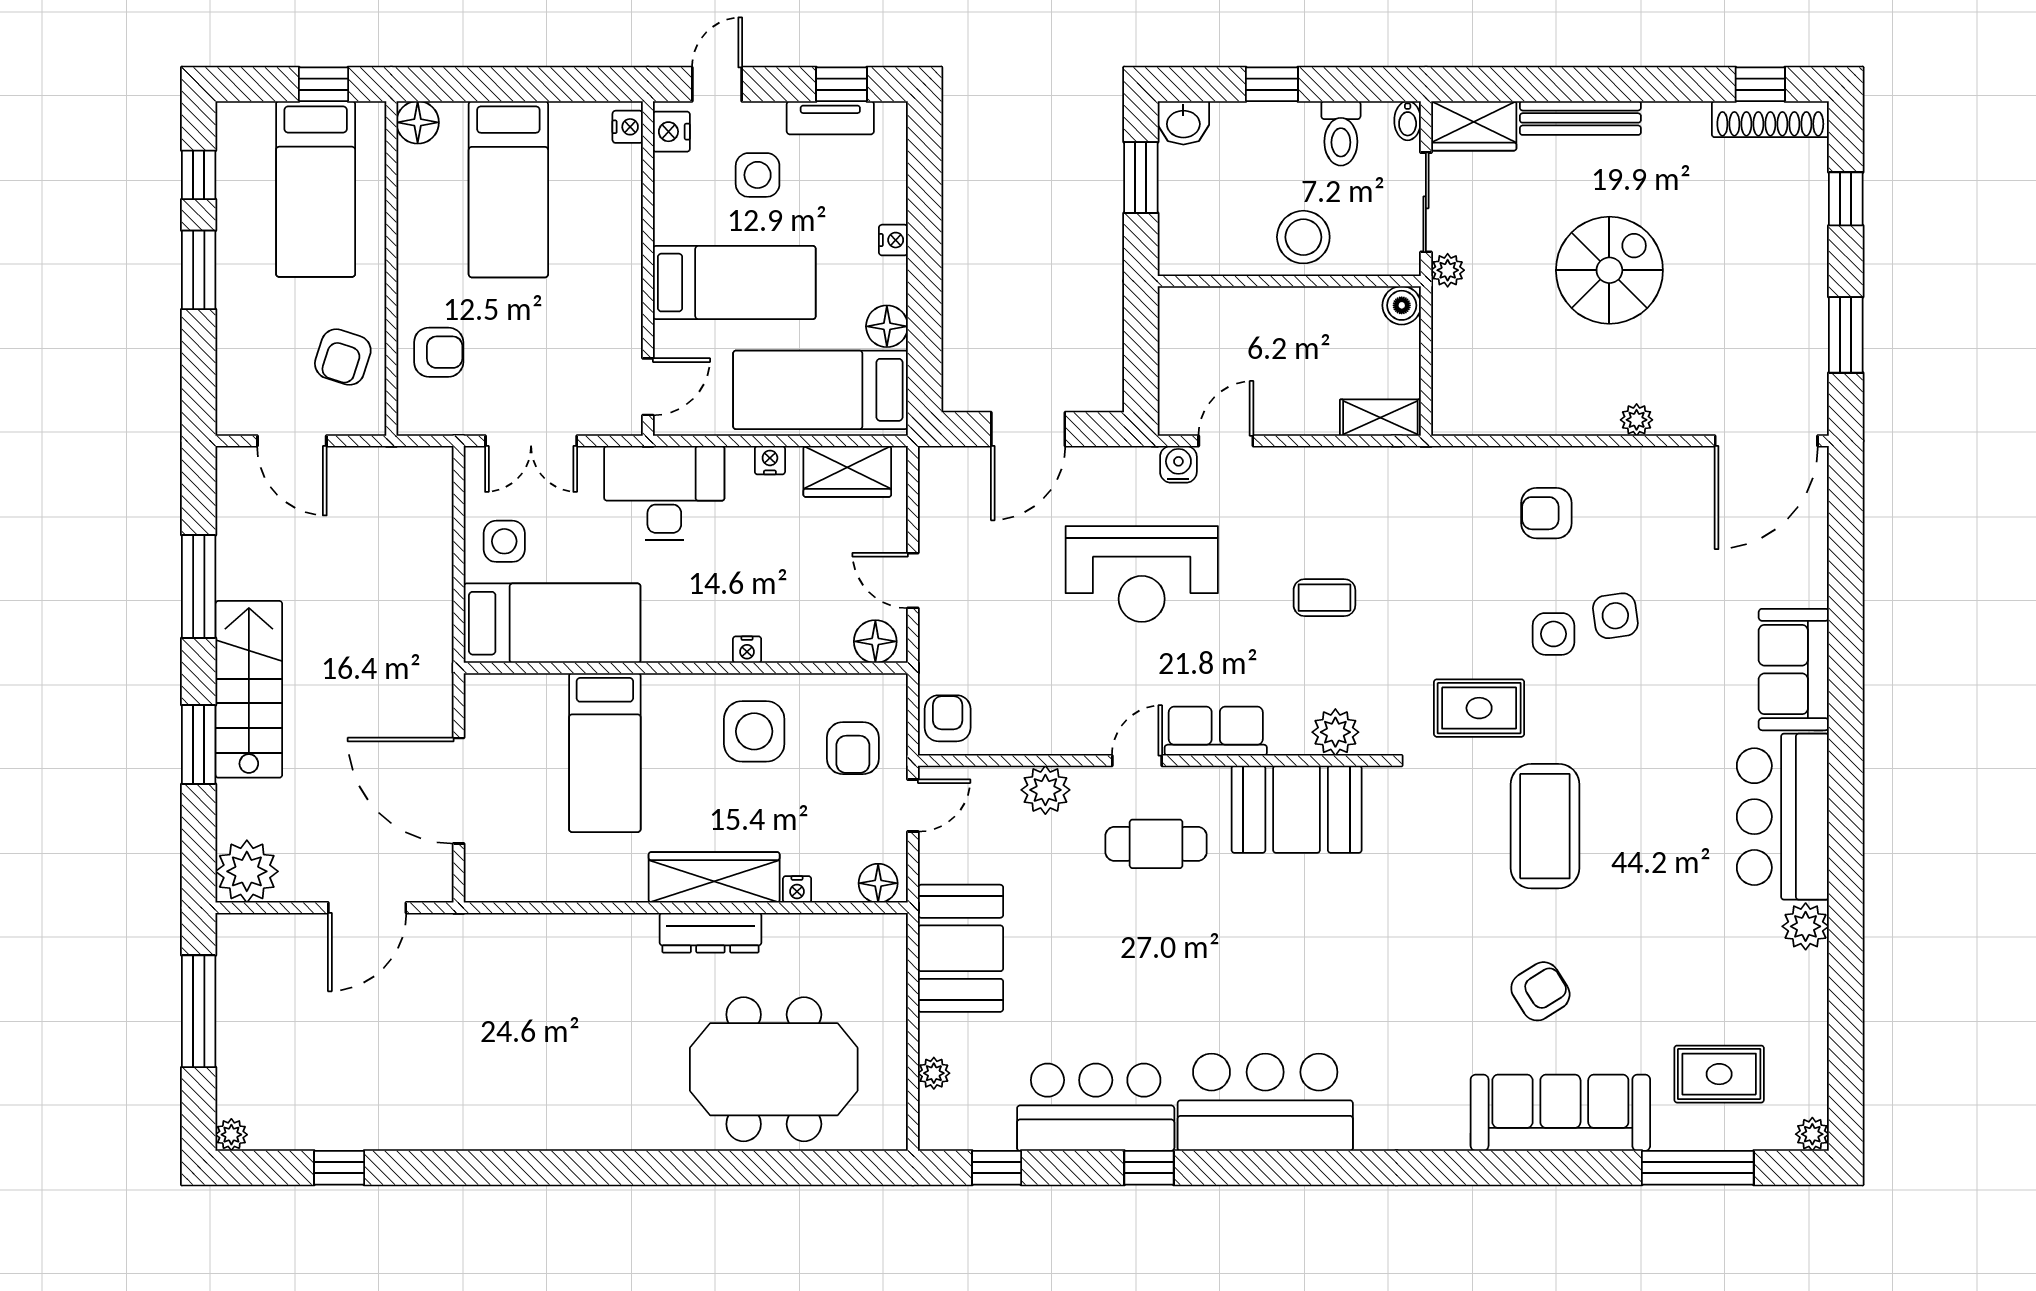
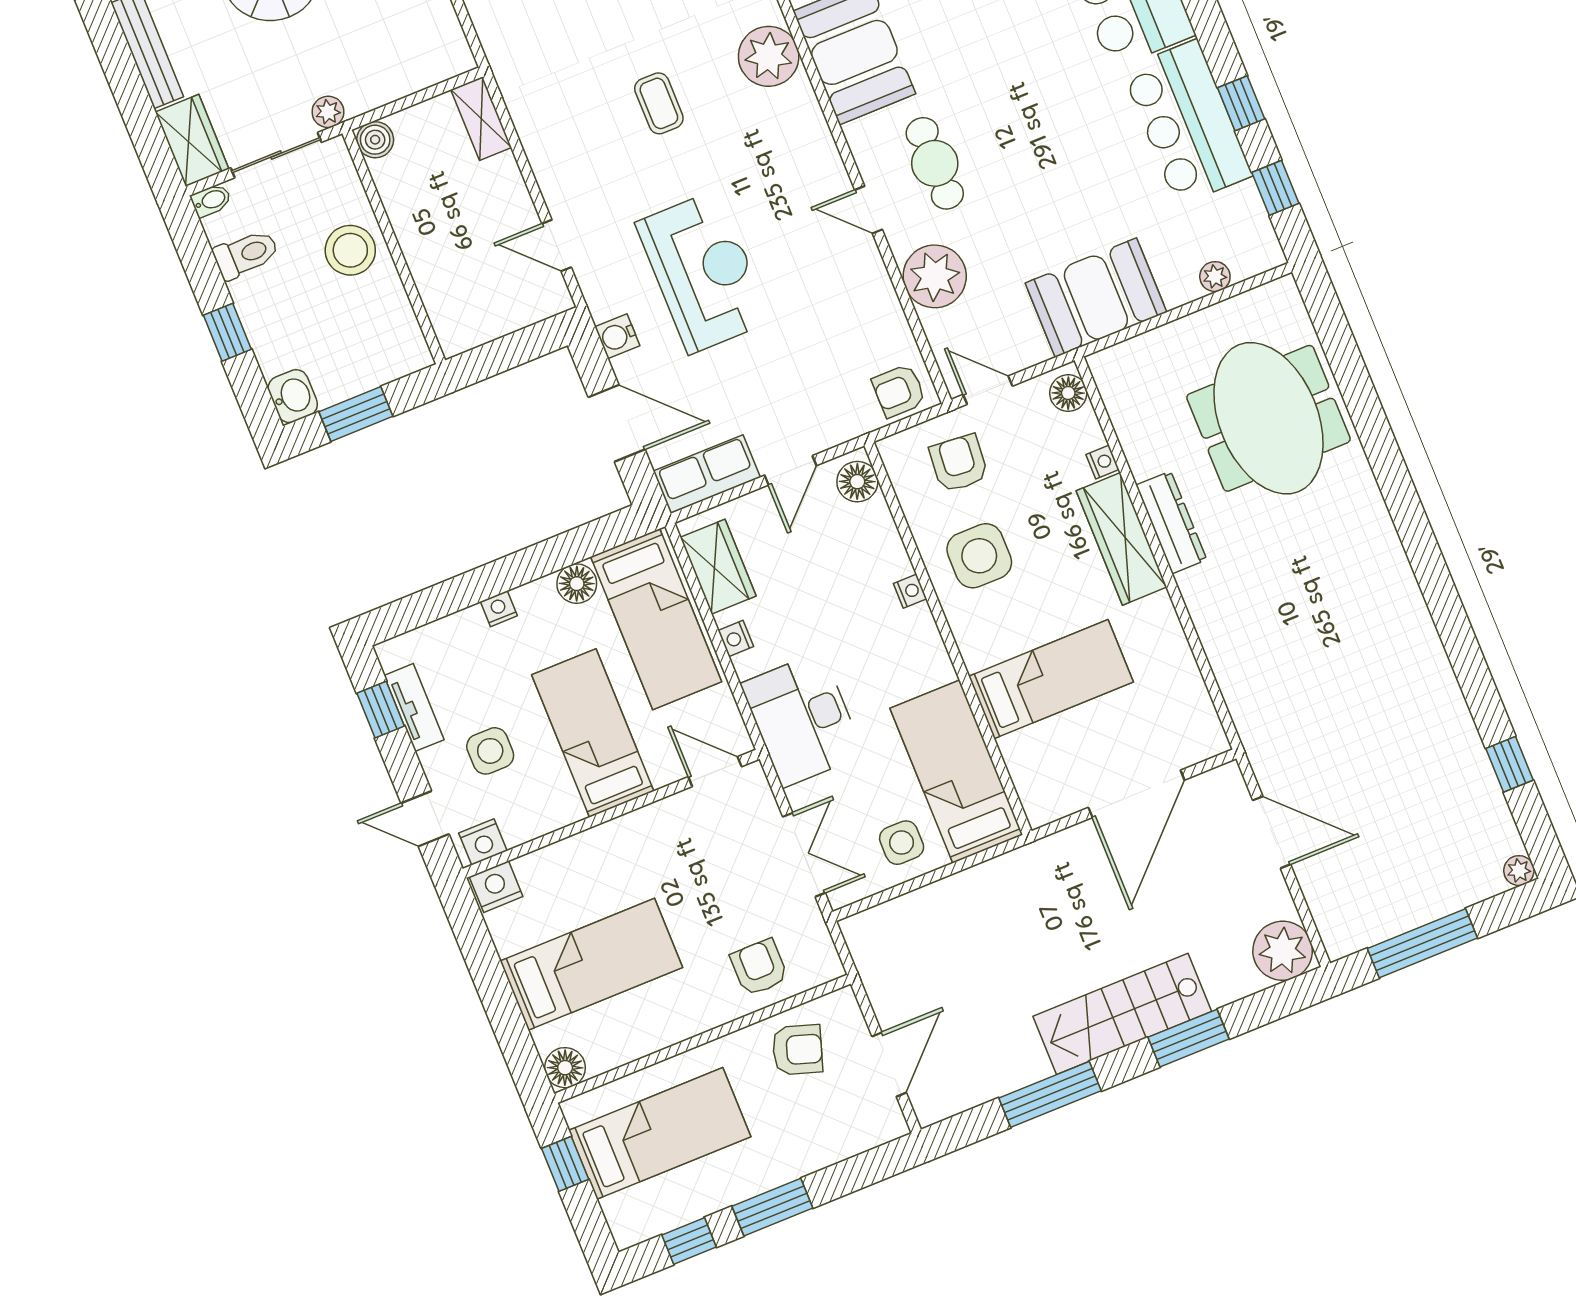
nightstand: (628, 127) -> (496, 887), width x1.39, depth x1.35
water cooler: (1178, 464) -> (617, 336), moved
row of seats: (1216, 731) -> (707, 474), moved, turned 90
plant: (1335, 732) -> (769, 56), width x1.36, depth x1.36
armchair: (853, 748) -> (959, 463), turned -85
plant: (1045, 790) -> (935, 276), width x1.36, depth x1.36
window: (1149, 1168) -> (1241, 103), moved

